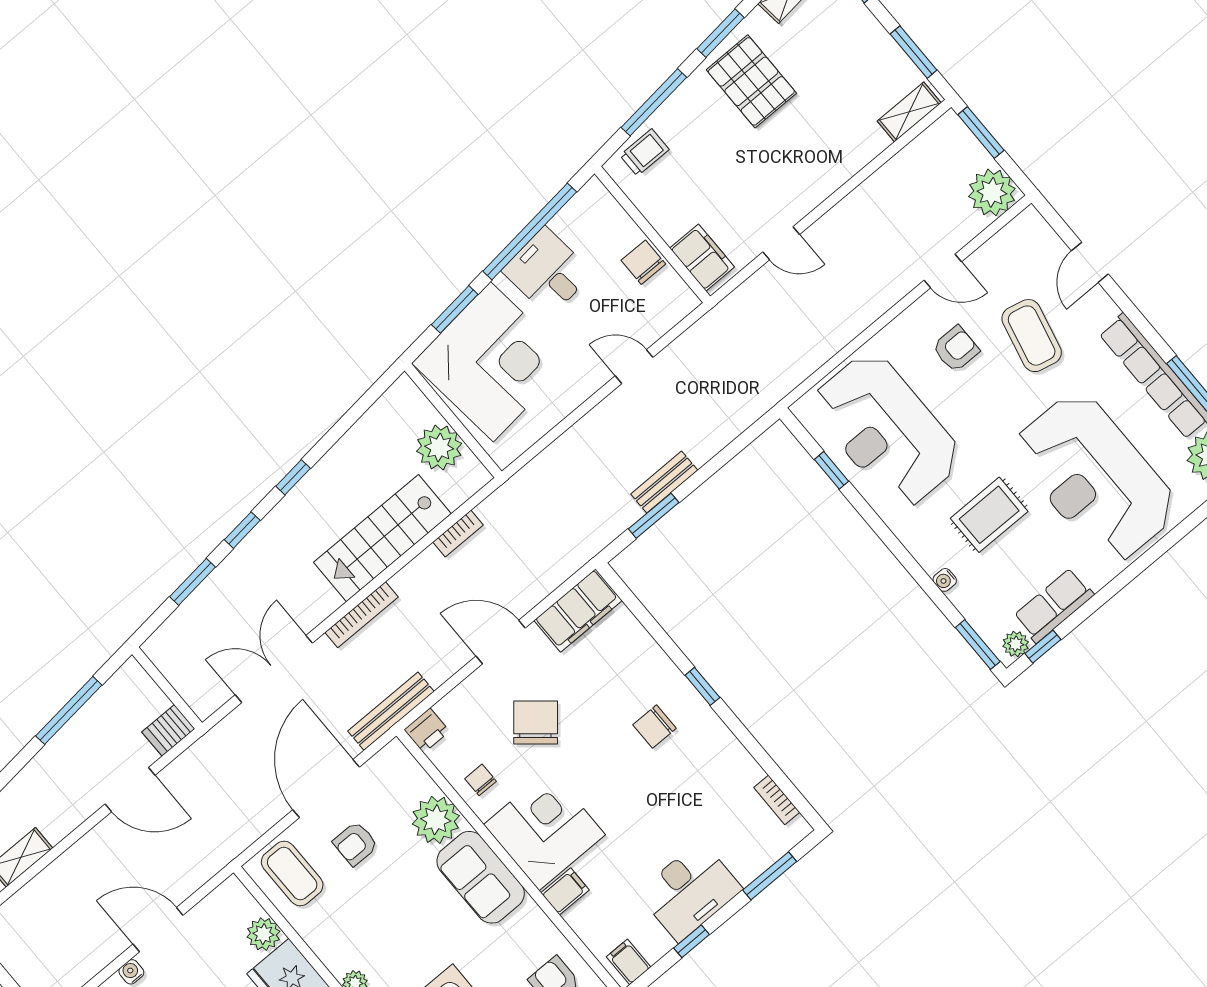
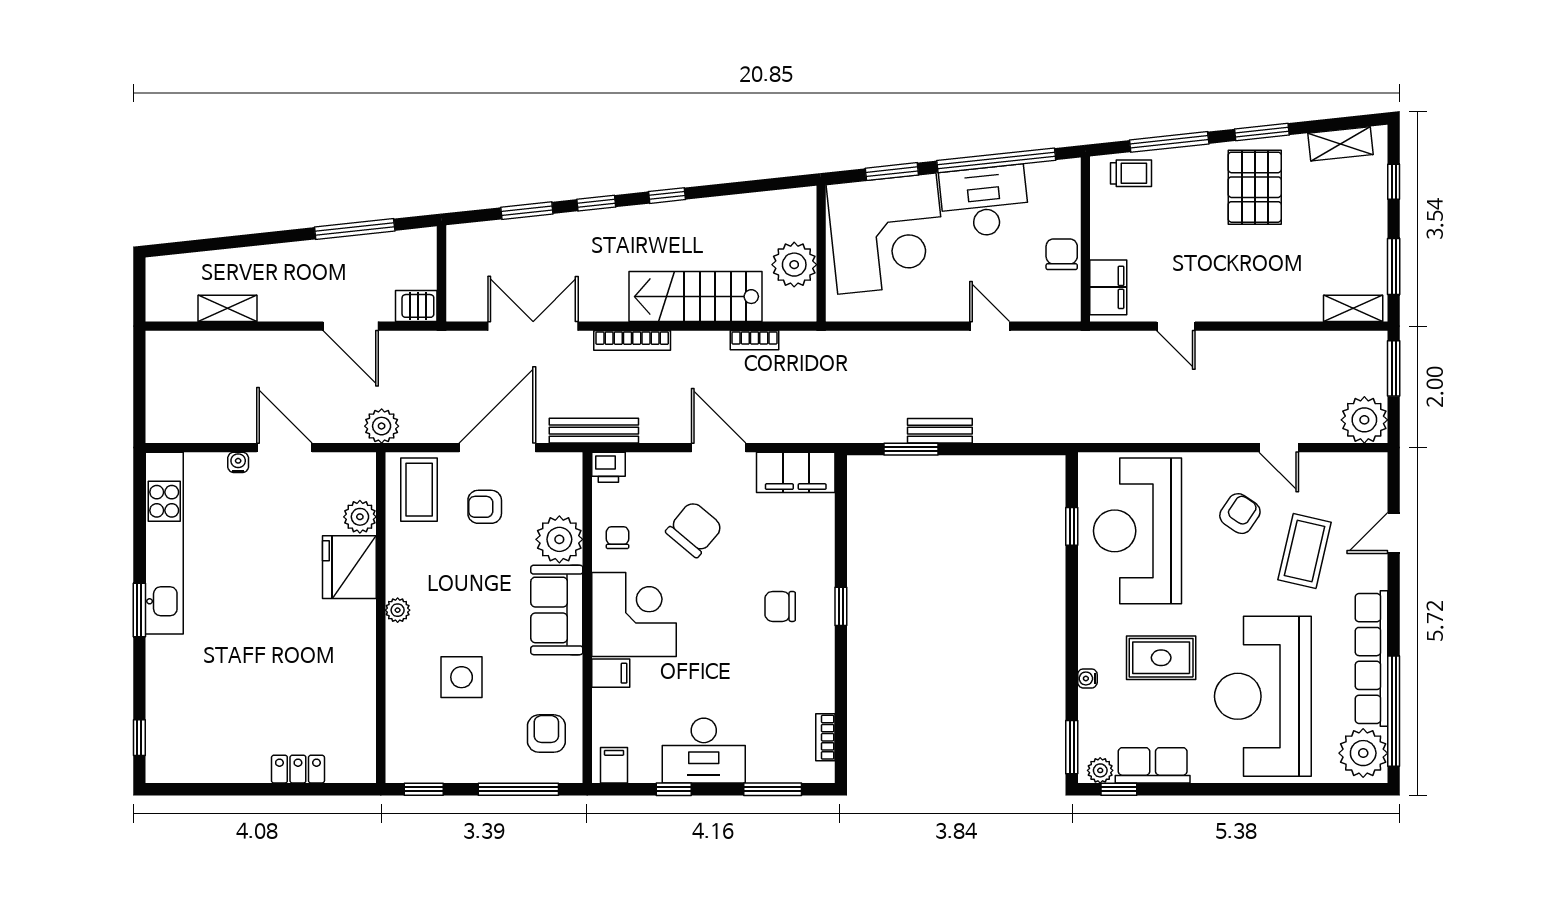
desk: (547, 272) -> (984, 201), width x1.37
armchair: (956, 349) -> (1240, 514), turned -56
plant: (220, 848) -> (382, 426), added

